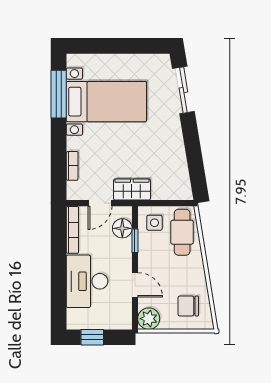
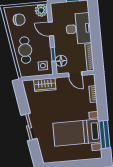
sliding door: (183, 90) -> (29, 127), moved
wardrobe: (132, 190) -> (45, 85), moved
door: (100, 203) -> (75, 74), swing flipped
cafe table: (182, 232) -> (25, 50), moved

